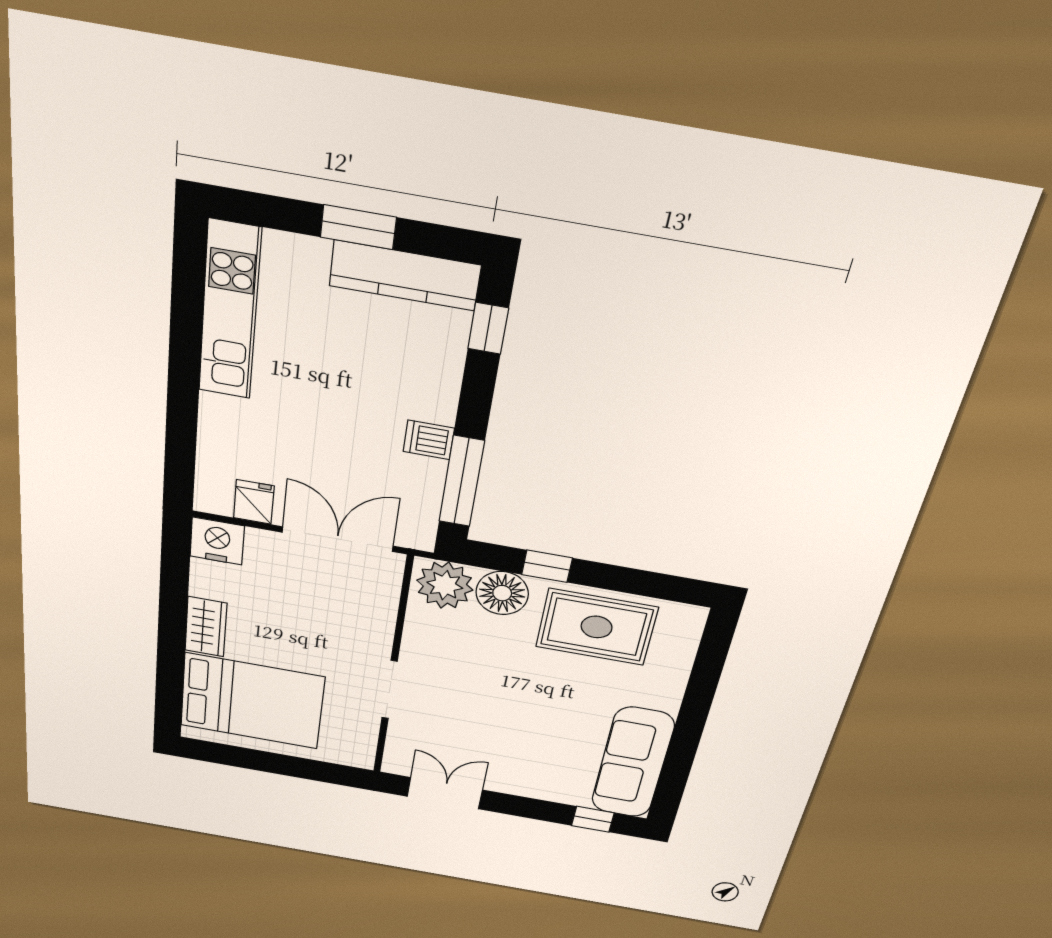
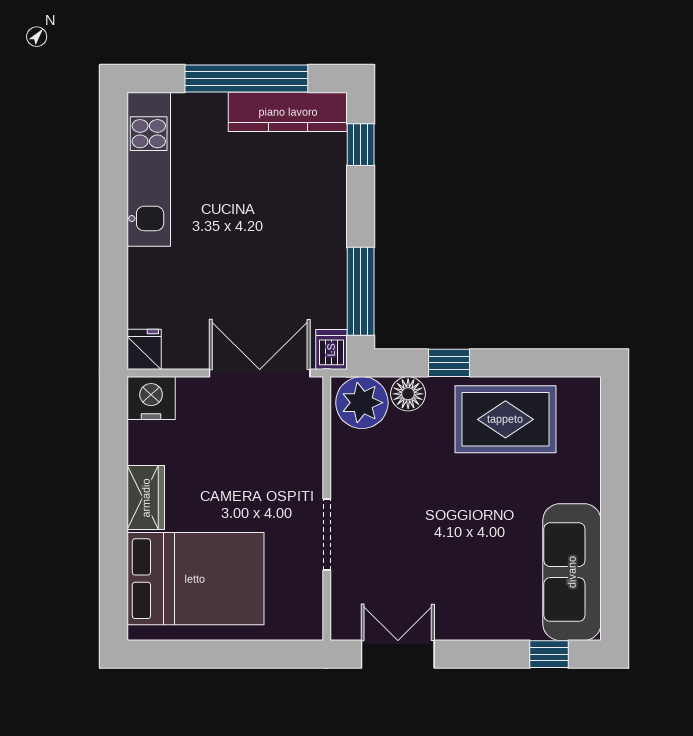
window: (358, 227) -> (246, 78), width x2.11
dishwasher: (429, 440) -> (331, 350), moved, turned 90
fridge: (254, 502) -> (144, 349), moved
floor lamp: (502, 593) -> (408, 394), width x0.73, depth x0.73

